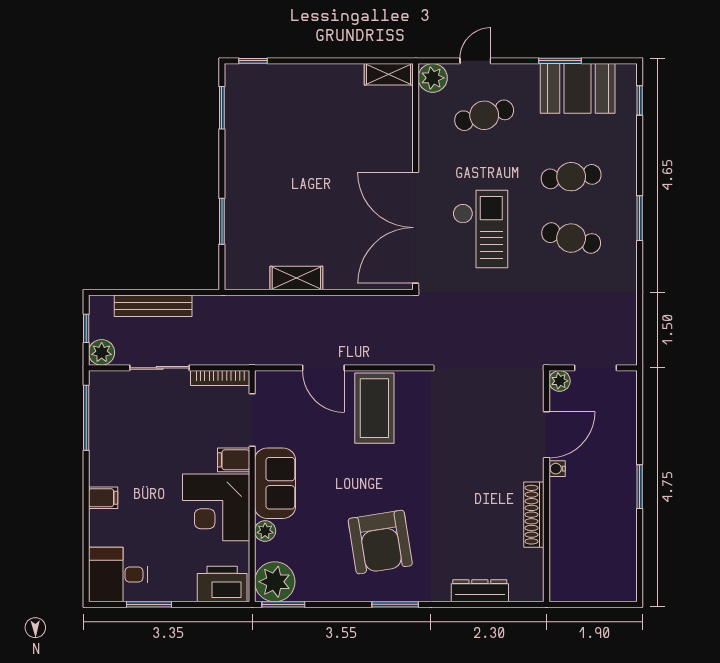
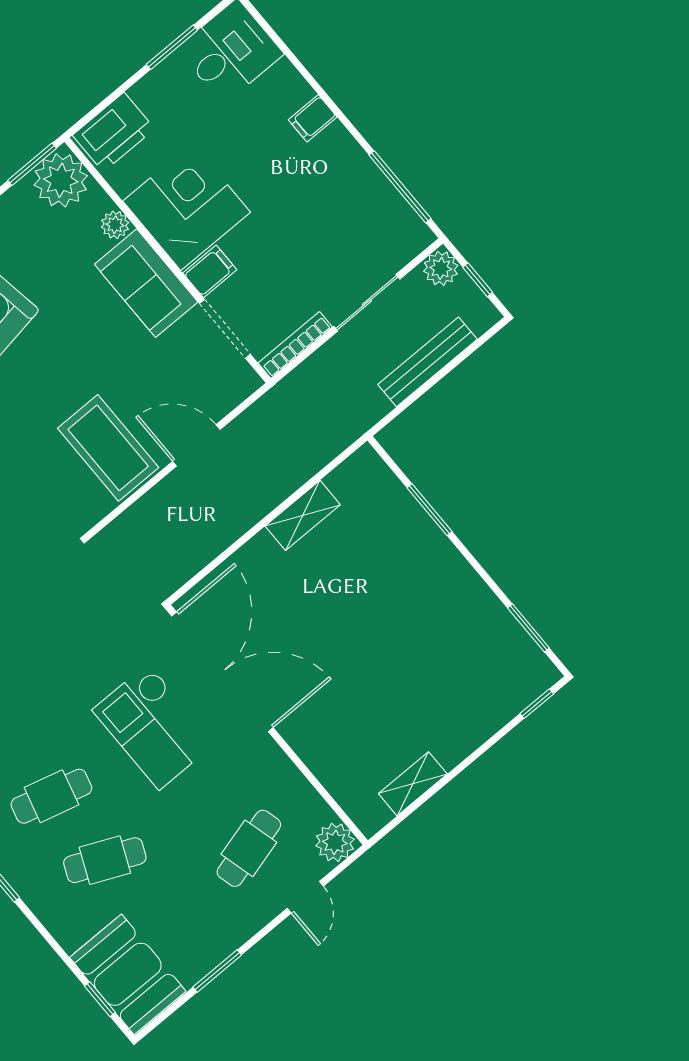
shelving: (388, 74) -> (413, 784), moved
booth: (578, 88) -> (128, 974), moved, turned 90
cafe table: (571, 177) -> (105, 860), turned 30

